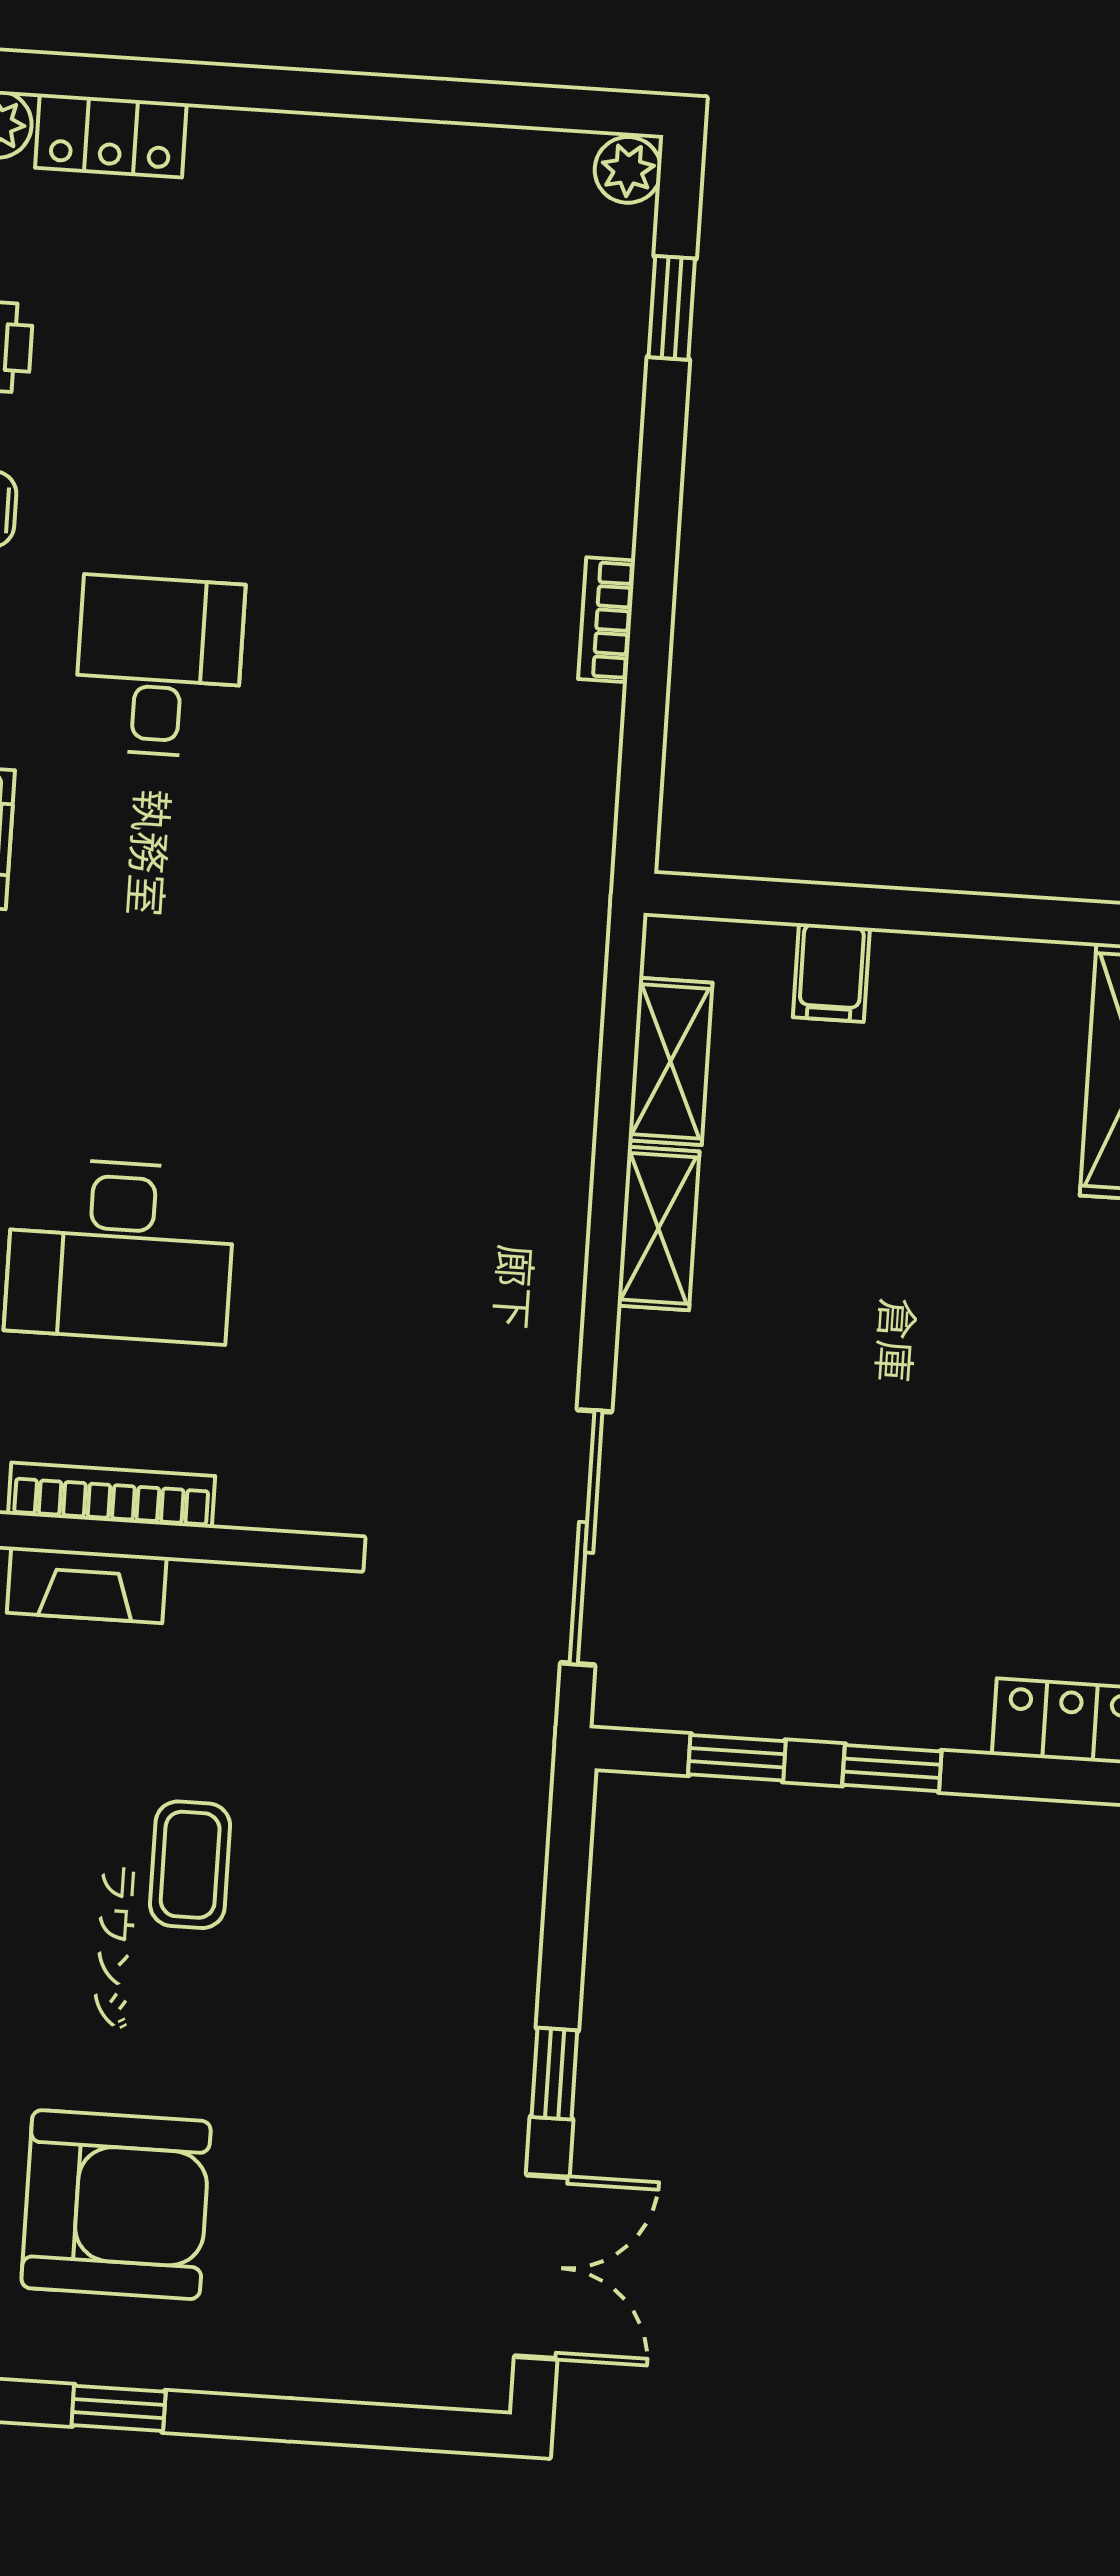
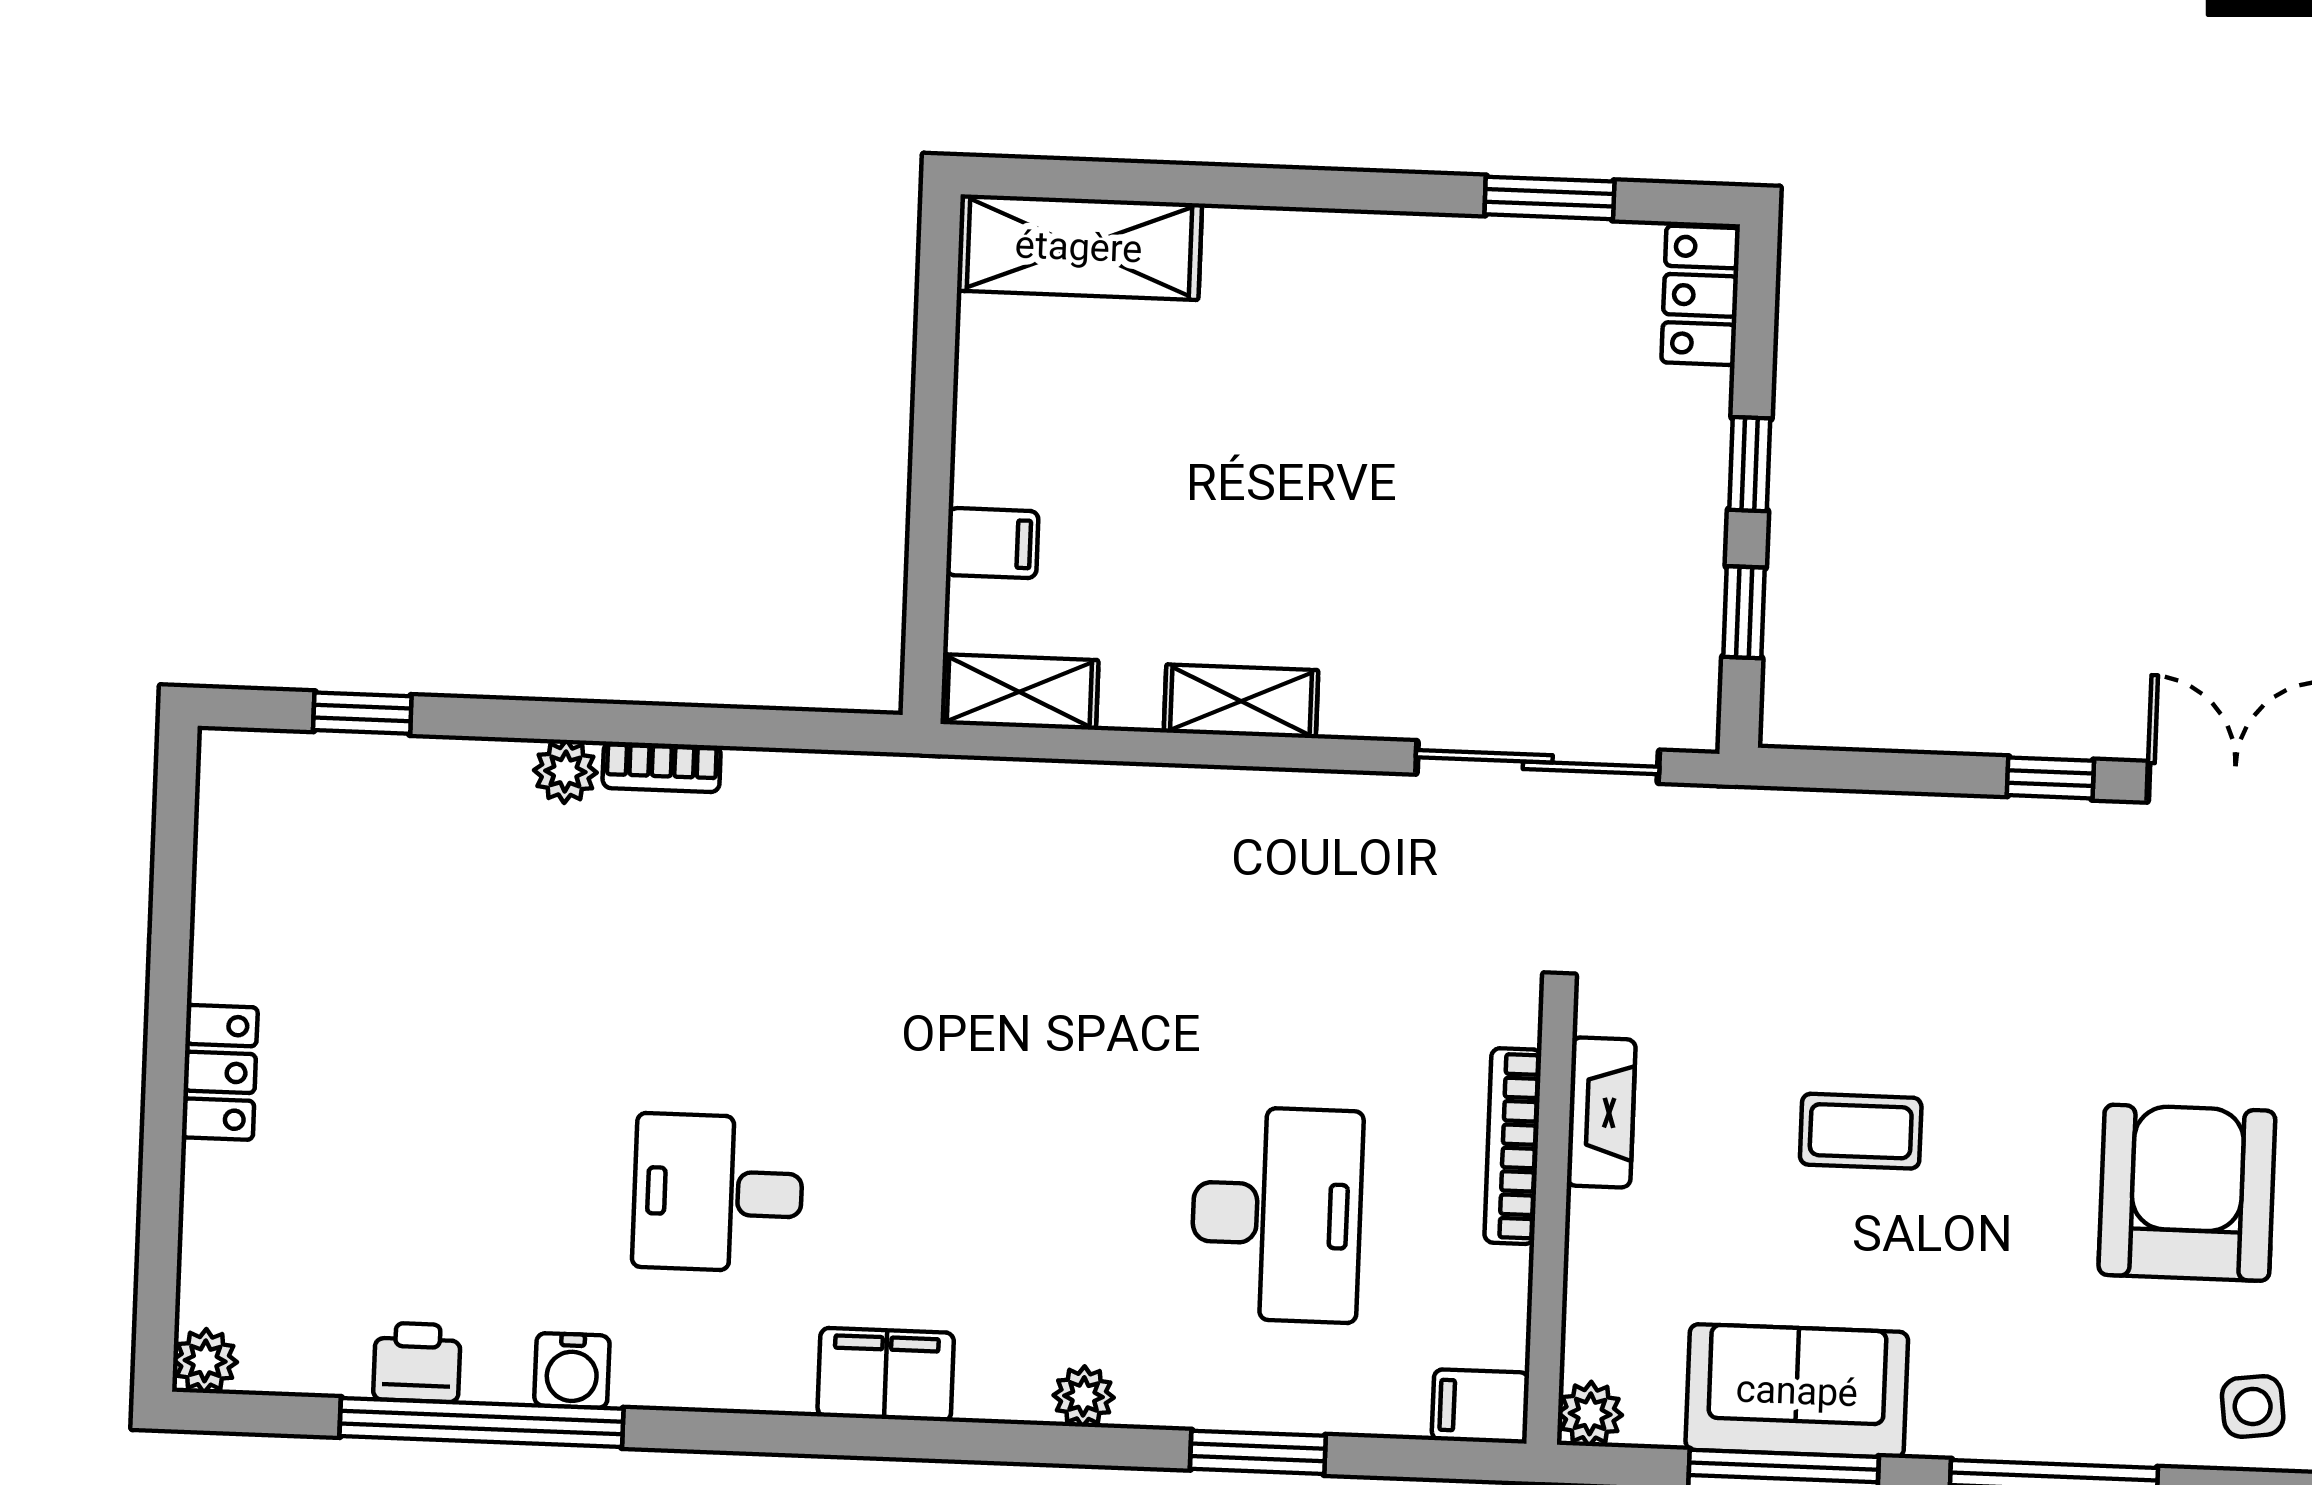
locker: (111, 136) -> (220, 1072), moved
plant: (628, 170) -> (565, 771), moved
shelving: (670, 1061) -> (1019, 692), moved
bookcase: (112, 1495) -> (1513, 1146), moved
fireplace: (87, 1585) -> (1601, 1112), moved

